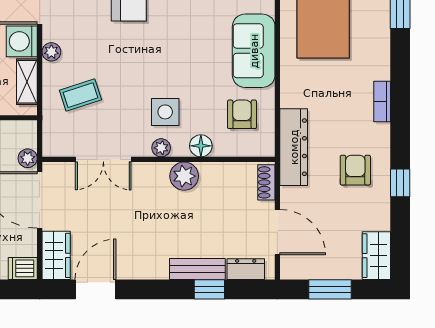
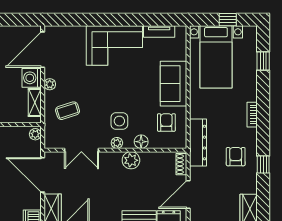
plant: (28, 158) -> (35, 134), moved
door: (277, 232) -> (188, 194), swing flipped

